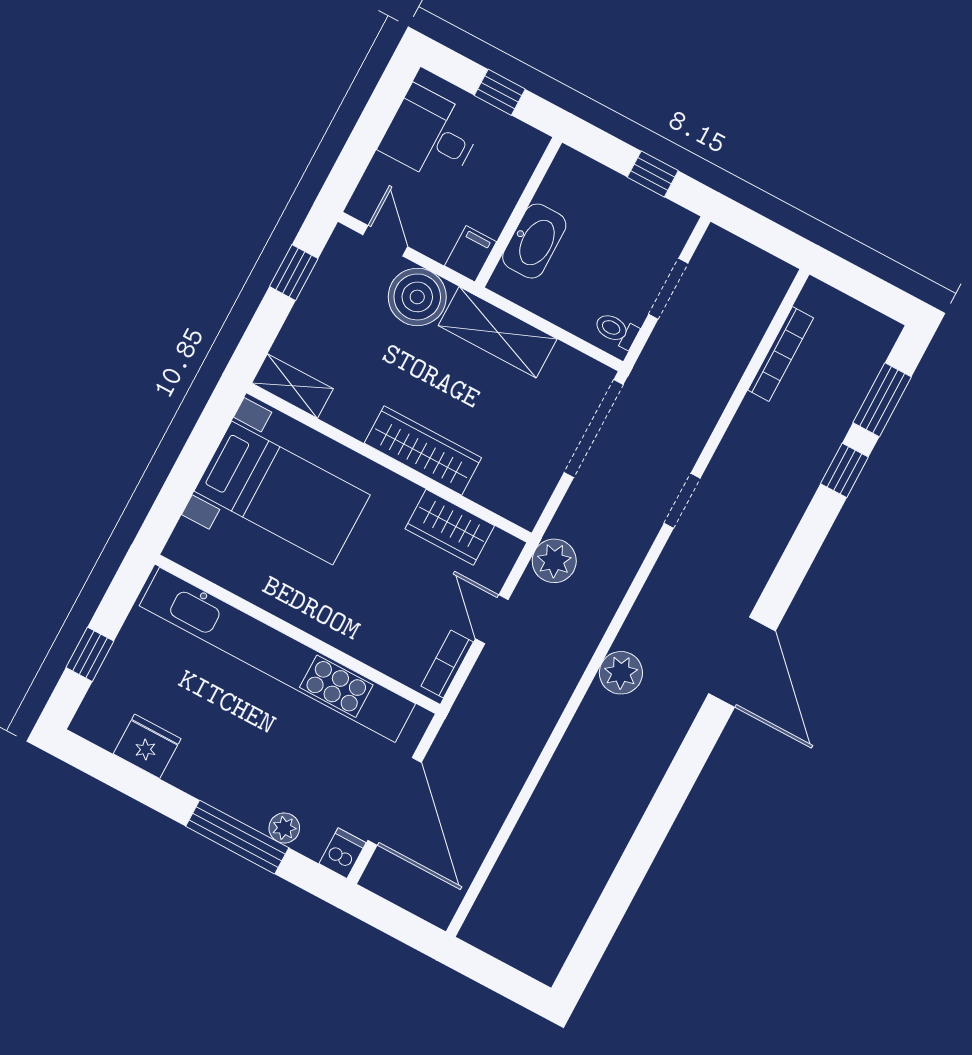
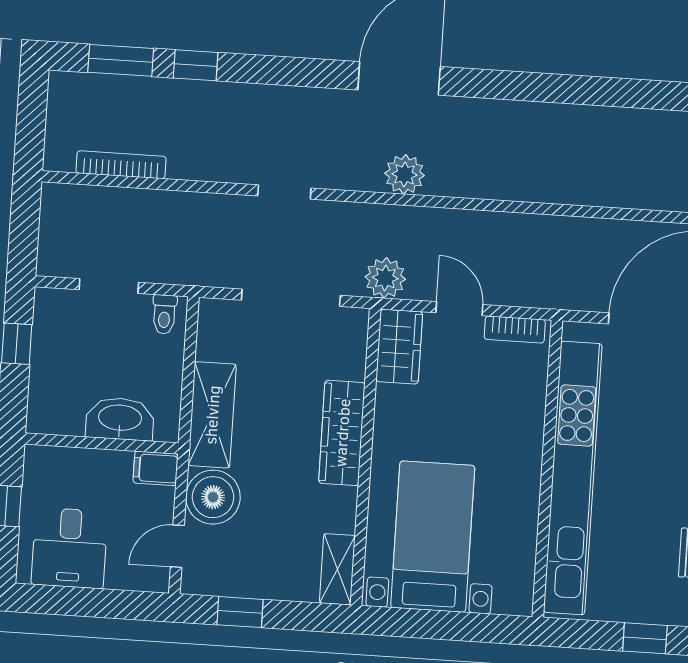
doorway: (594, 428) -> (291, 298), moved
wardrobe: (450, 527) -> (399, 347), moved
door: (492, 619) -> (459, 309), swing flipped
plant: (621, 673) -> (405, 174), moved

